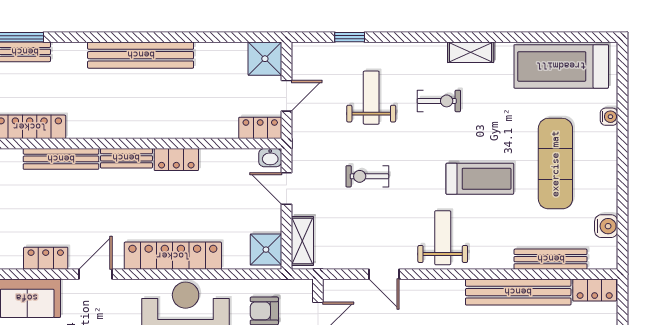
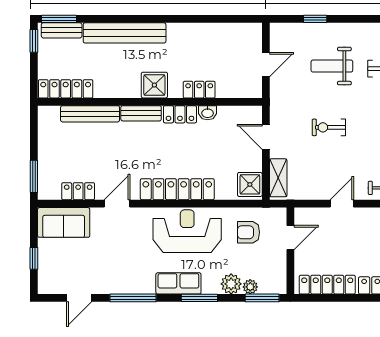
bench: (141, 55) -> (125, 33), moved
shower: (265, 59) -> (154, 85), moved
weight bench: (371, 98) -> (332, 66), turned -90
locker: (260, 128) -> (199, 90), moved
washbasin: (270, 158) -> (208, 113), moved
door: (384, 274) -> (342, 204), swing flipped

